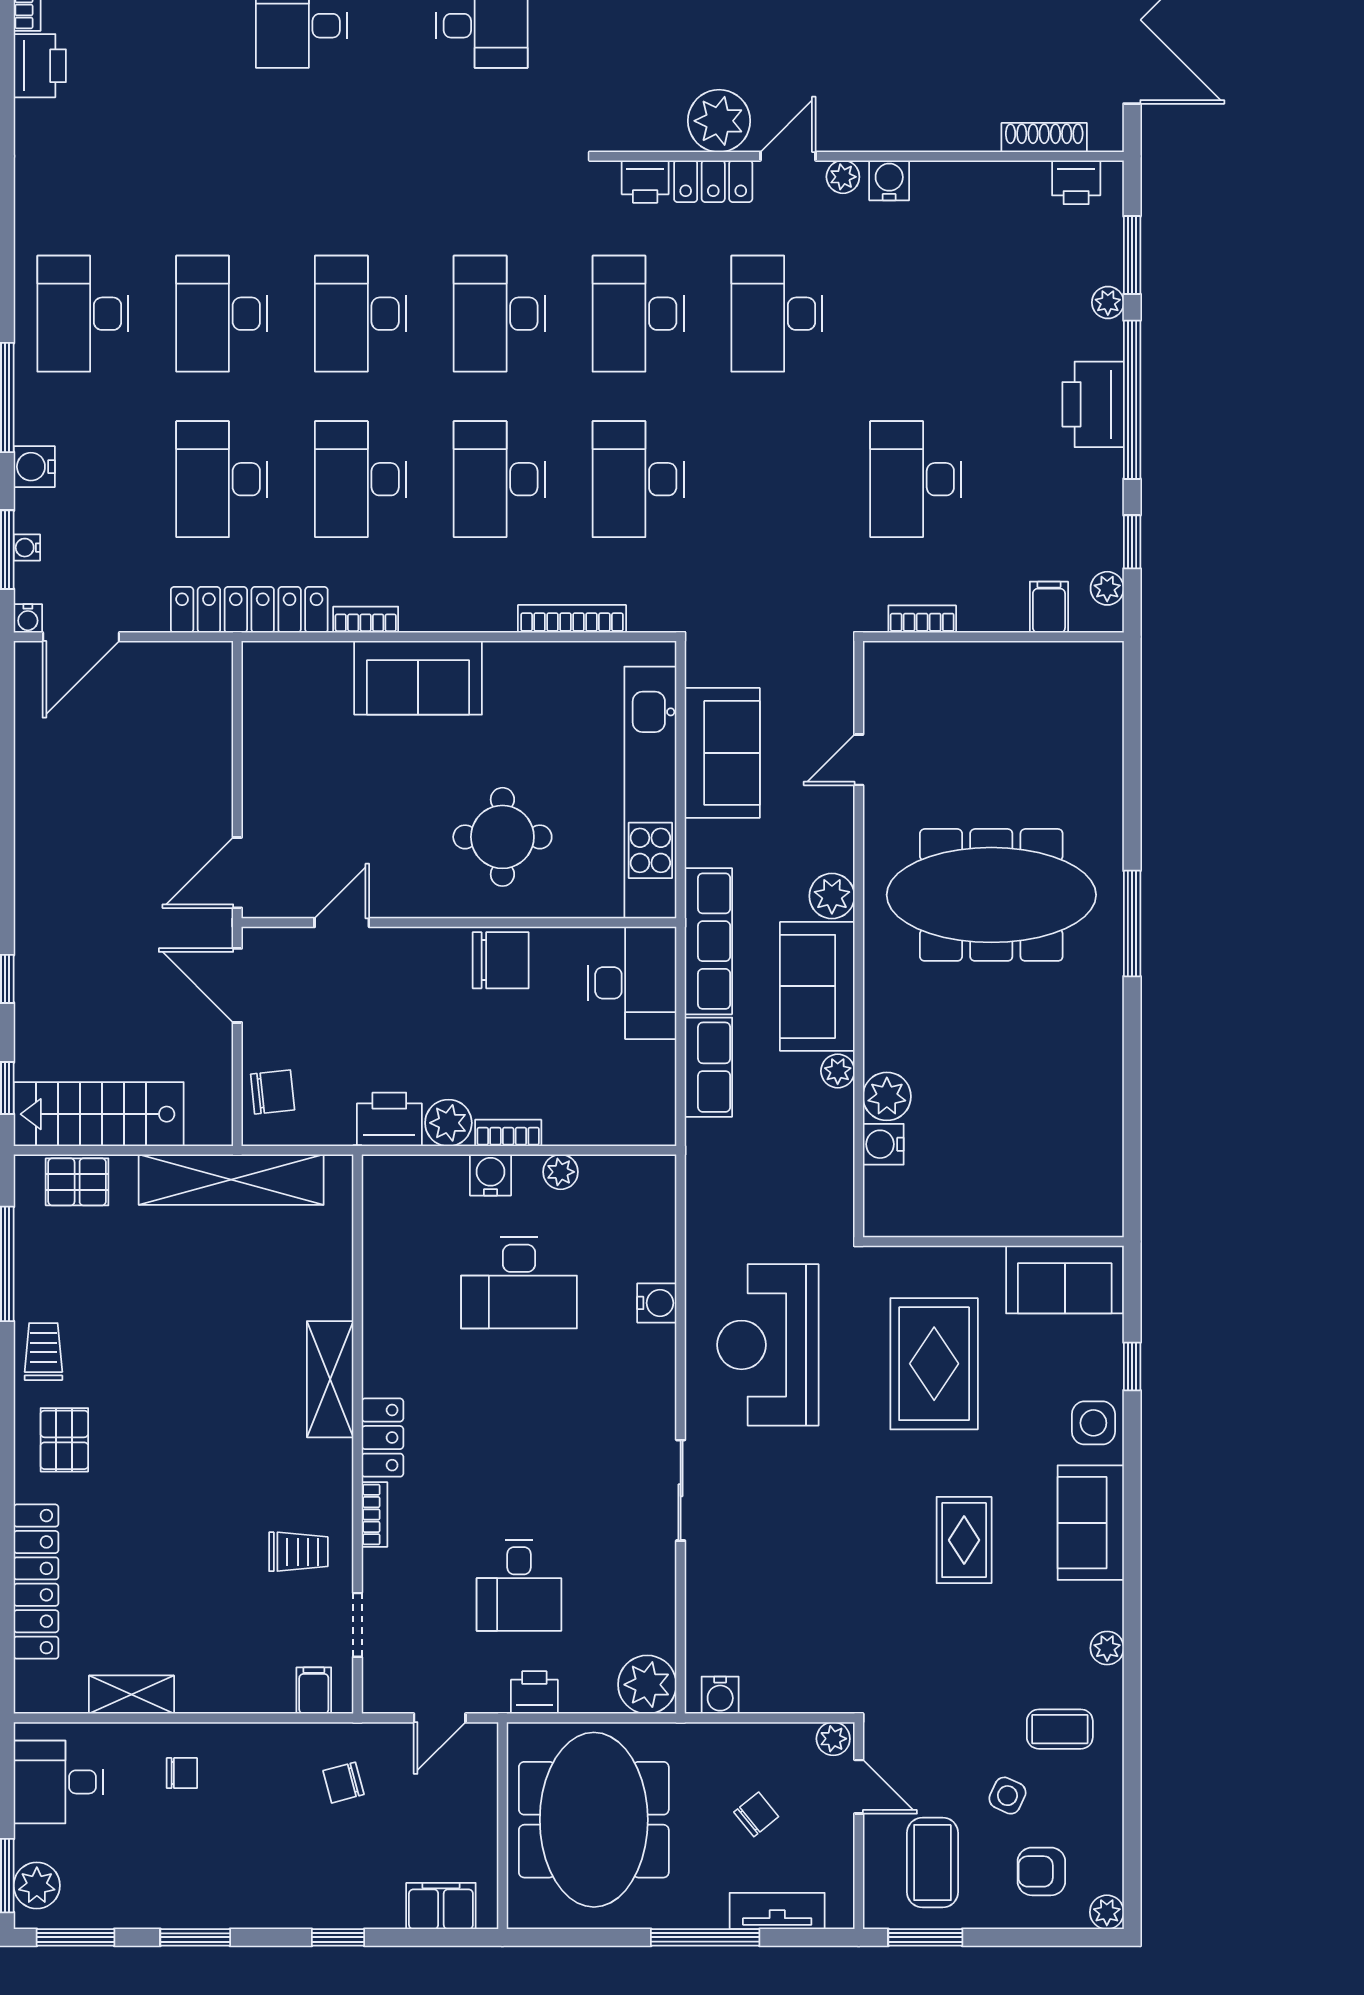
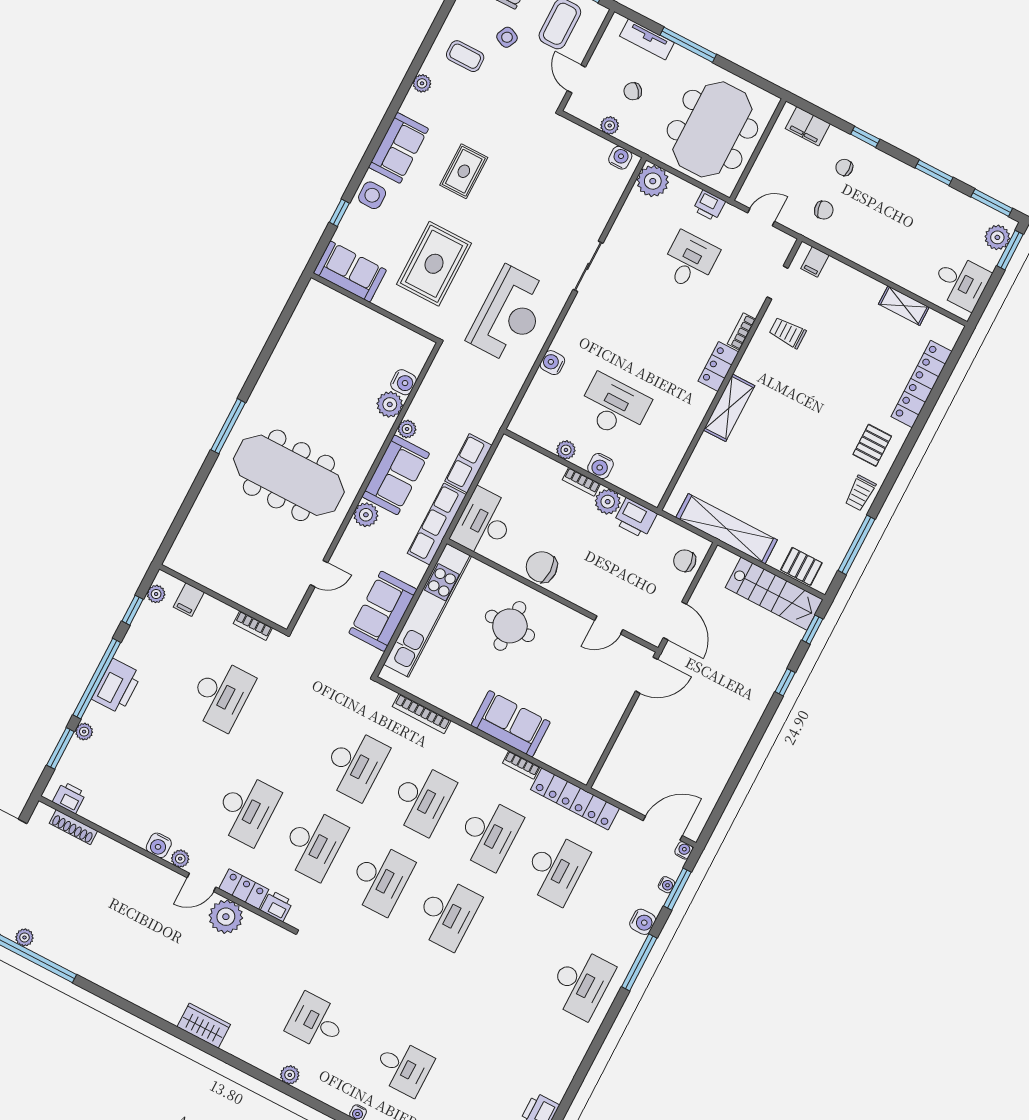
desk: (222, 314) -> (514, 948), removed
plant: (833, 1739) -> (610, 125), moved
chair: (182, 1773) -> (844, 167), moved

